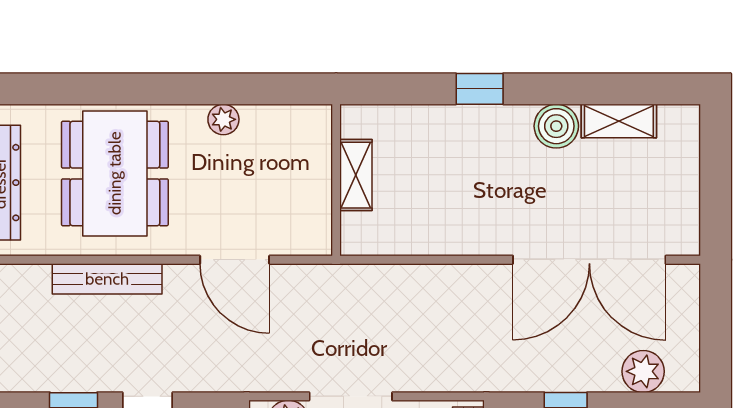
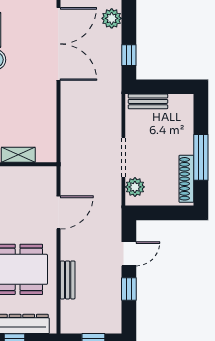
bench: (107, 279) -> (68, 280), width x0.73

